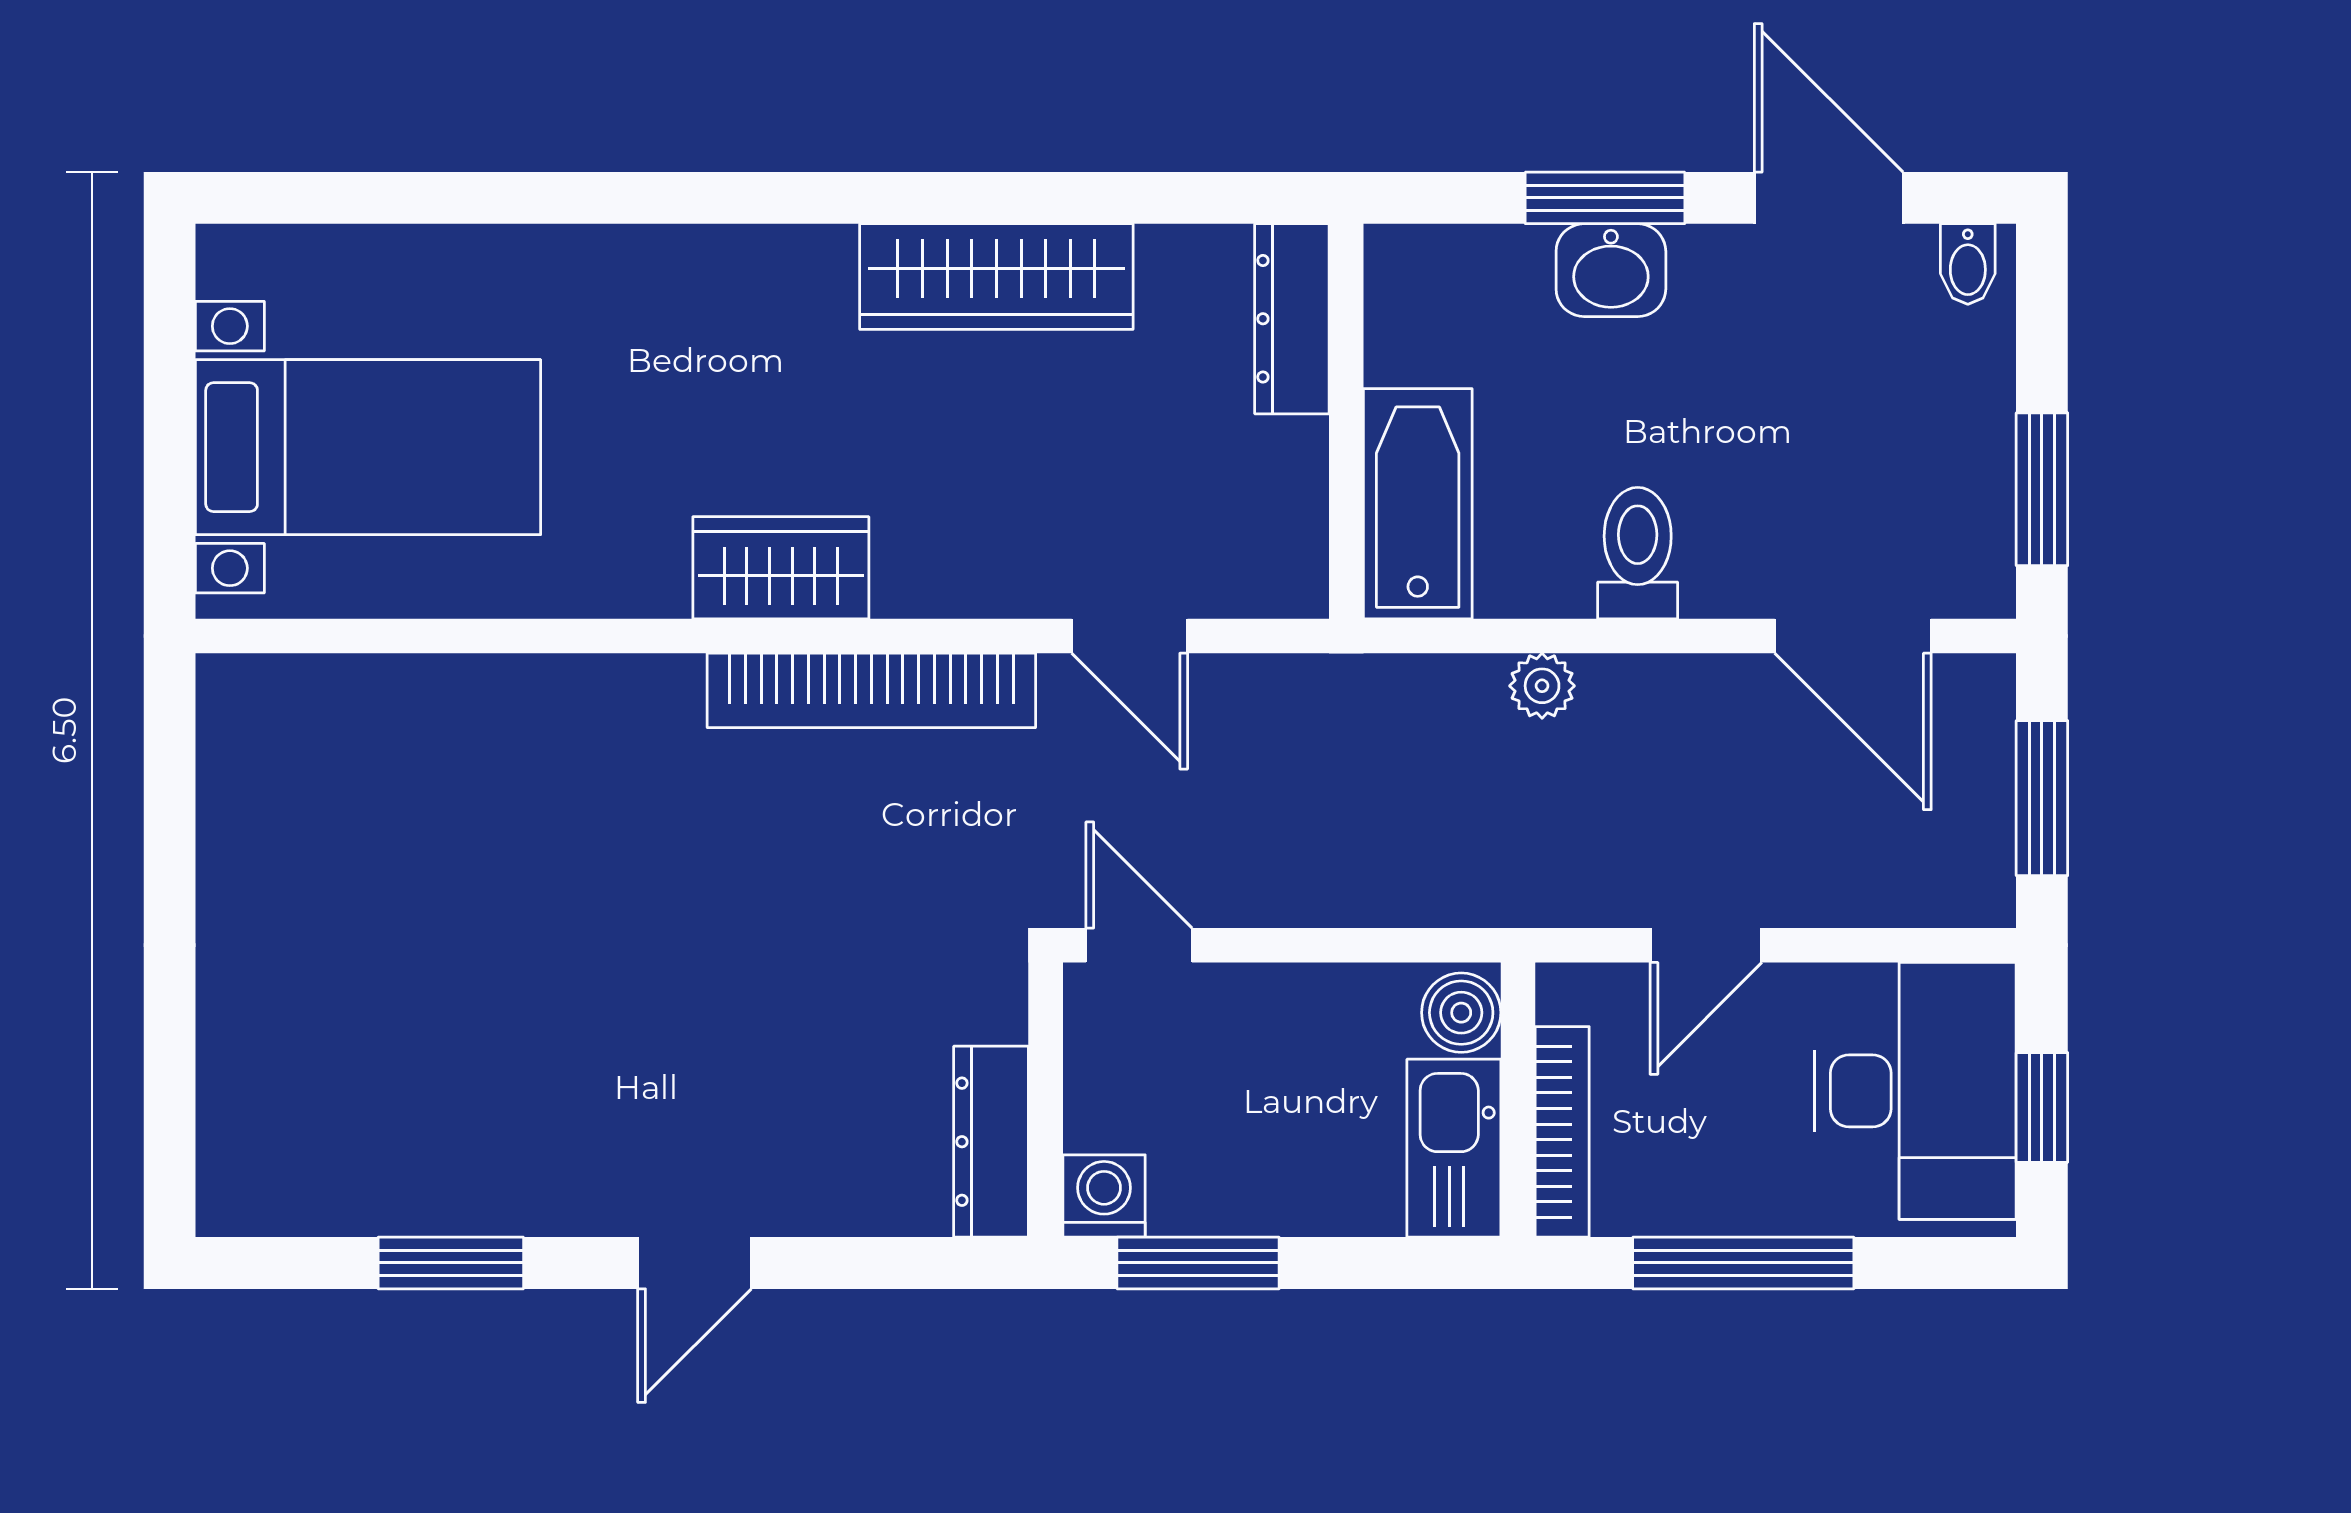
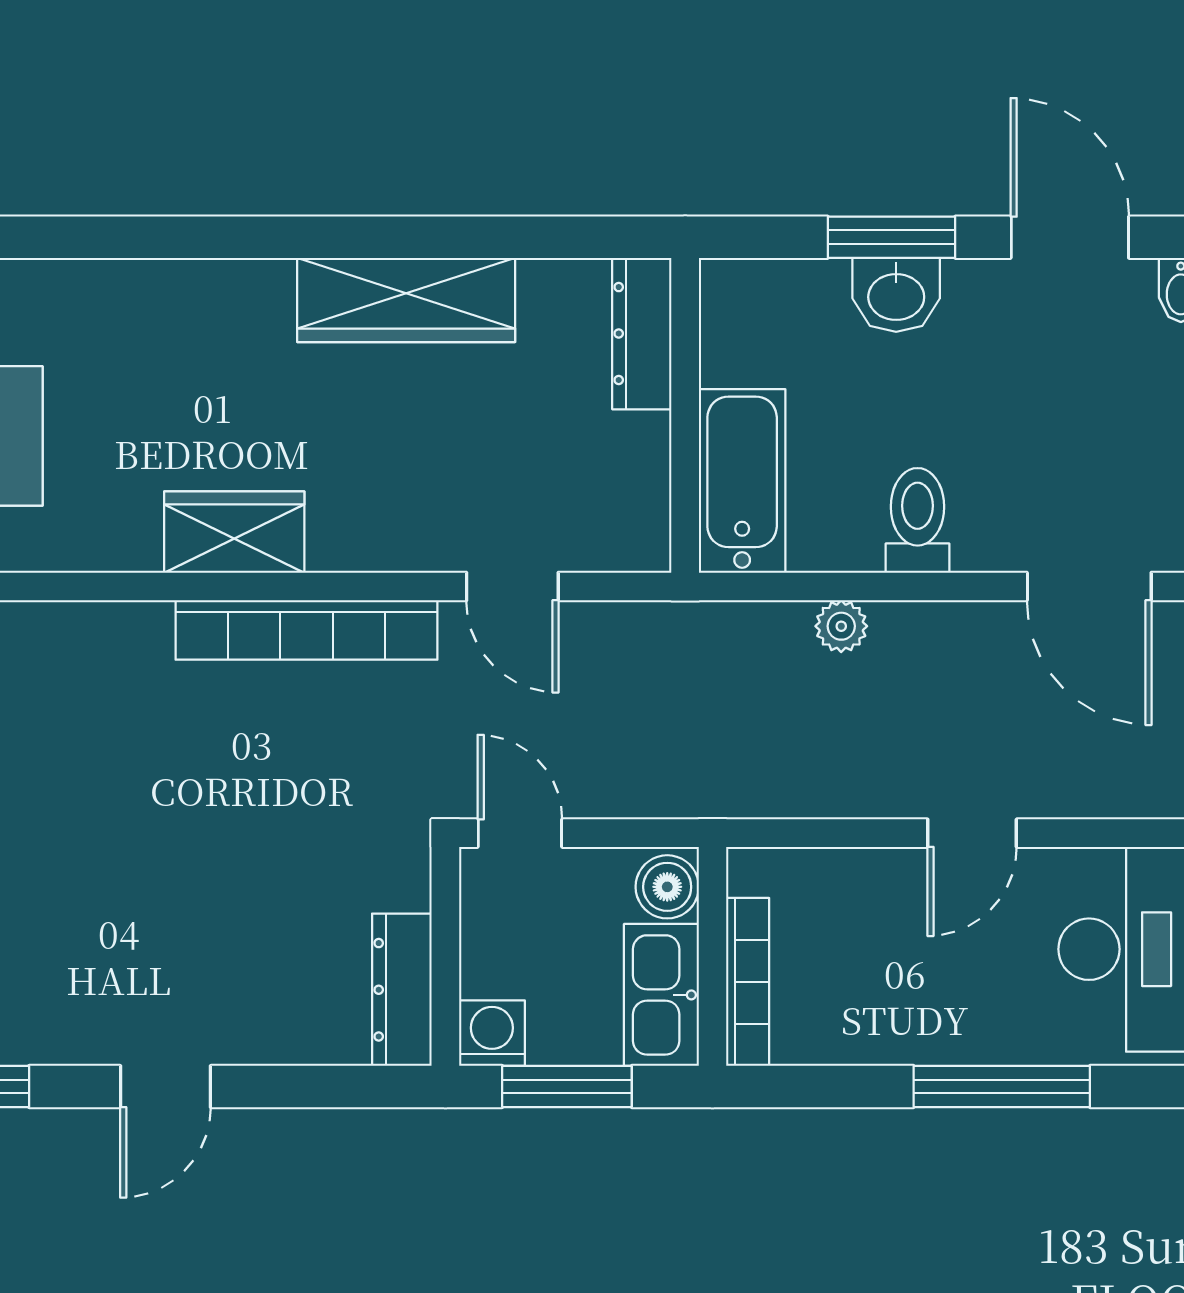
boiler: (1461, 1013) -> (667, 887), moved
wall: (1518, 1100) -> (713, 956), moved
bookcase: (1562, 1132) -> (748, 982), moved
kitchen sink: (1454, 1148) -> (661, 995), moved

